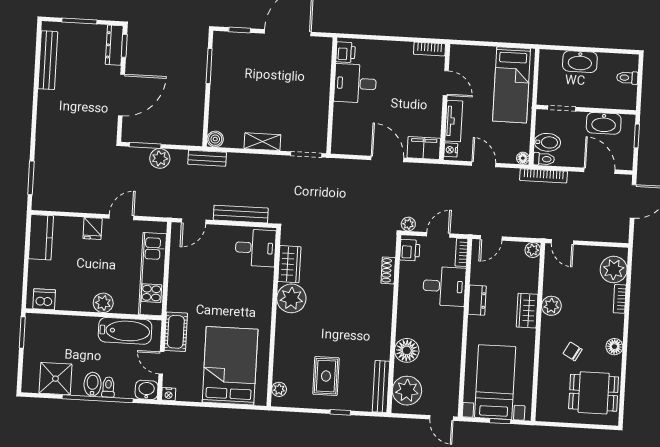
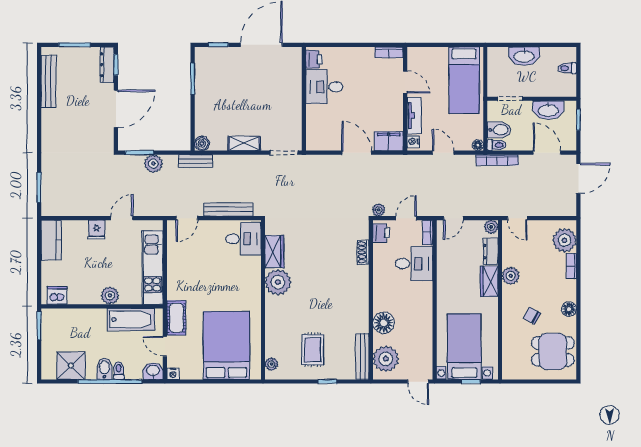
dresser: (477, 300) -> (491, 251), moved, turned 180

